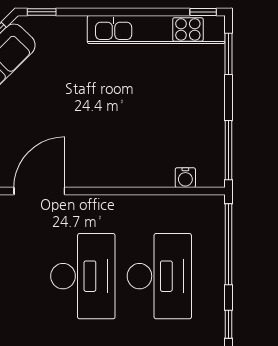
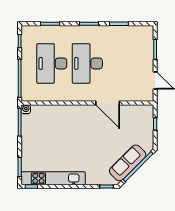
water cooler: (185, 178) -> (26, 109), moved
door: (39, 191) -> (108, 103), hinge flipped

